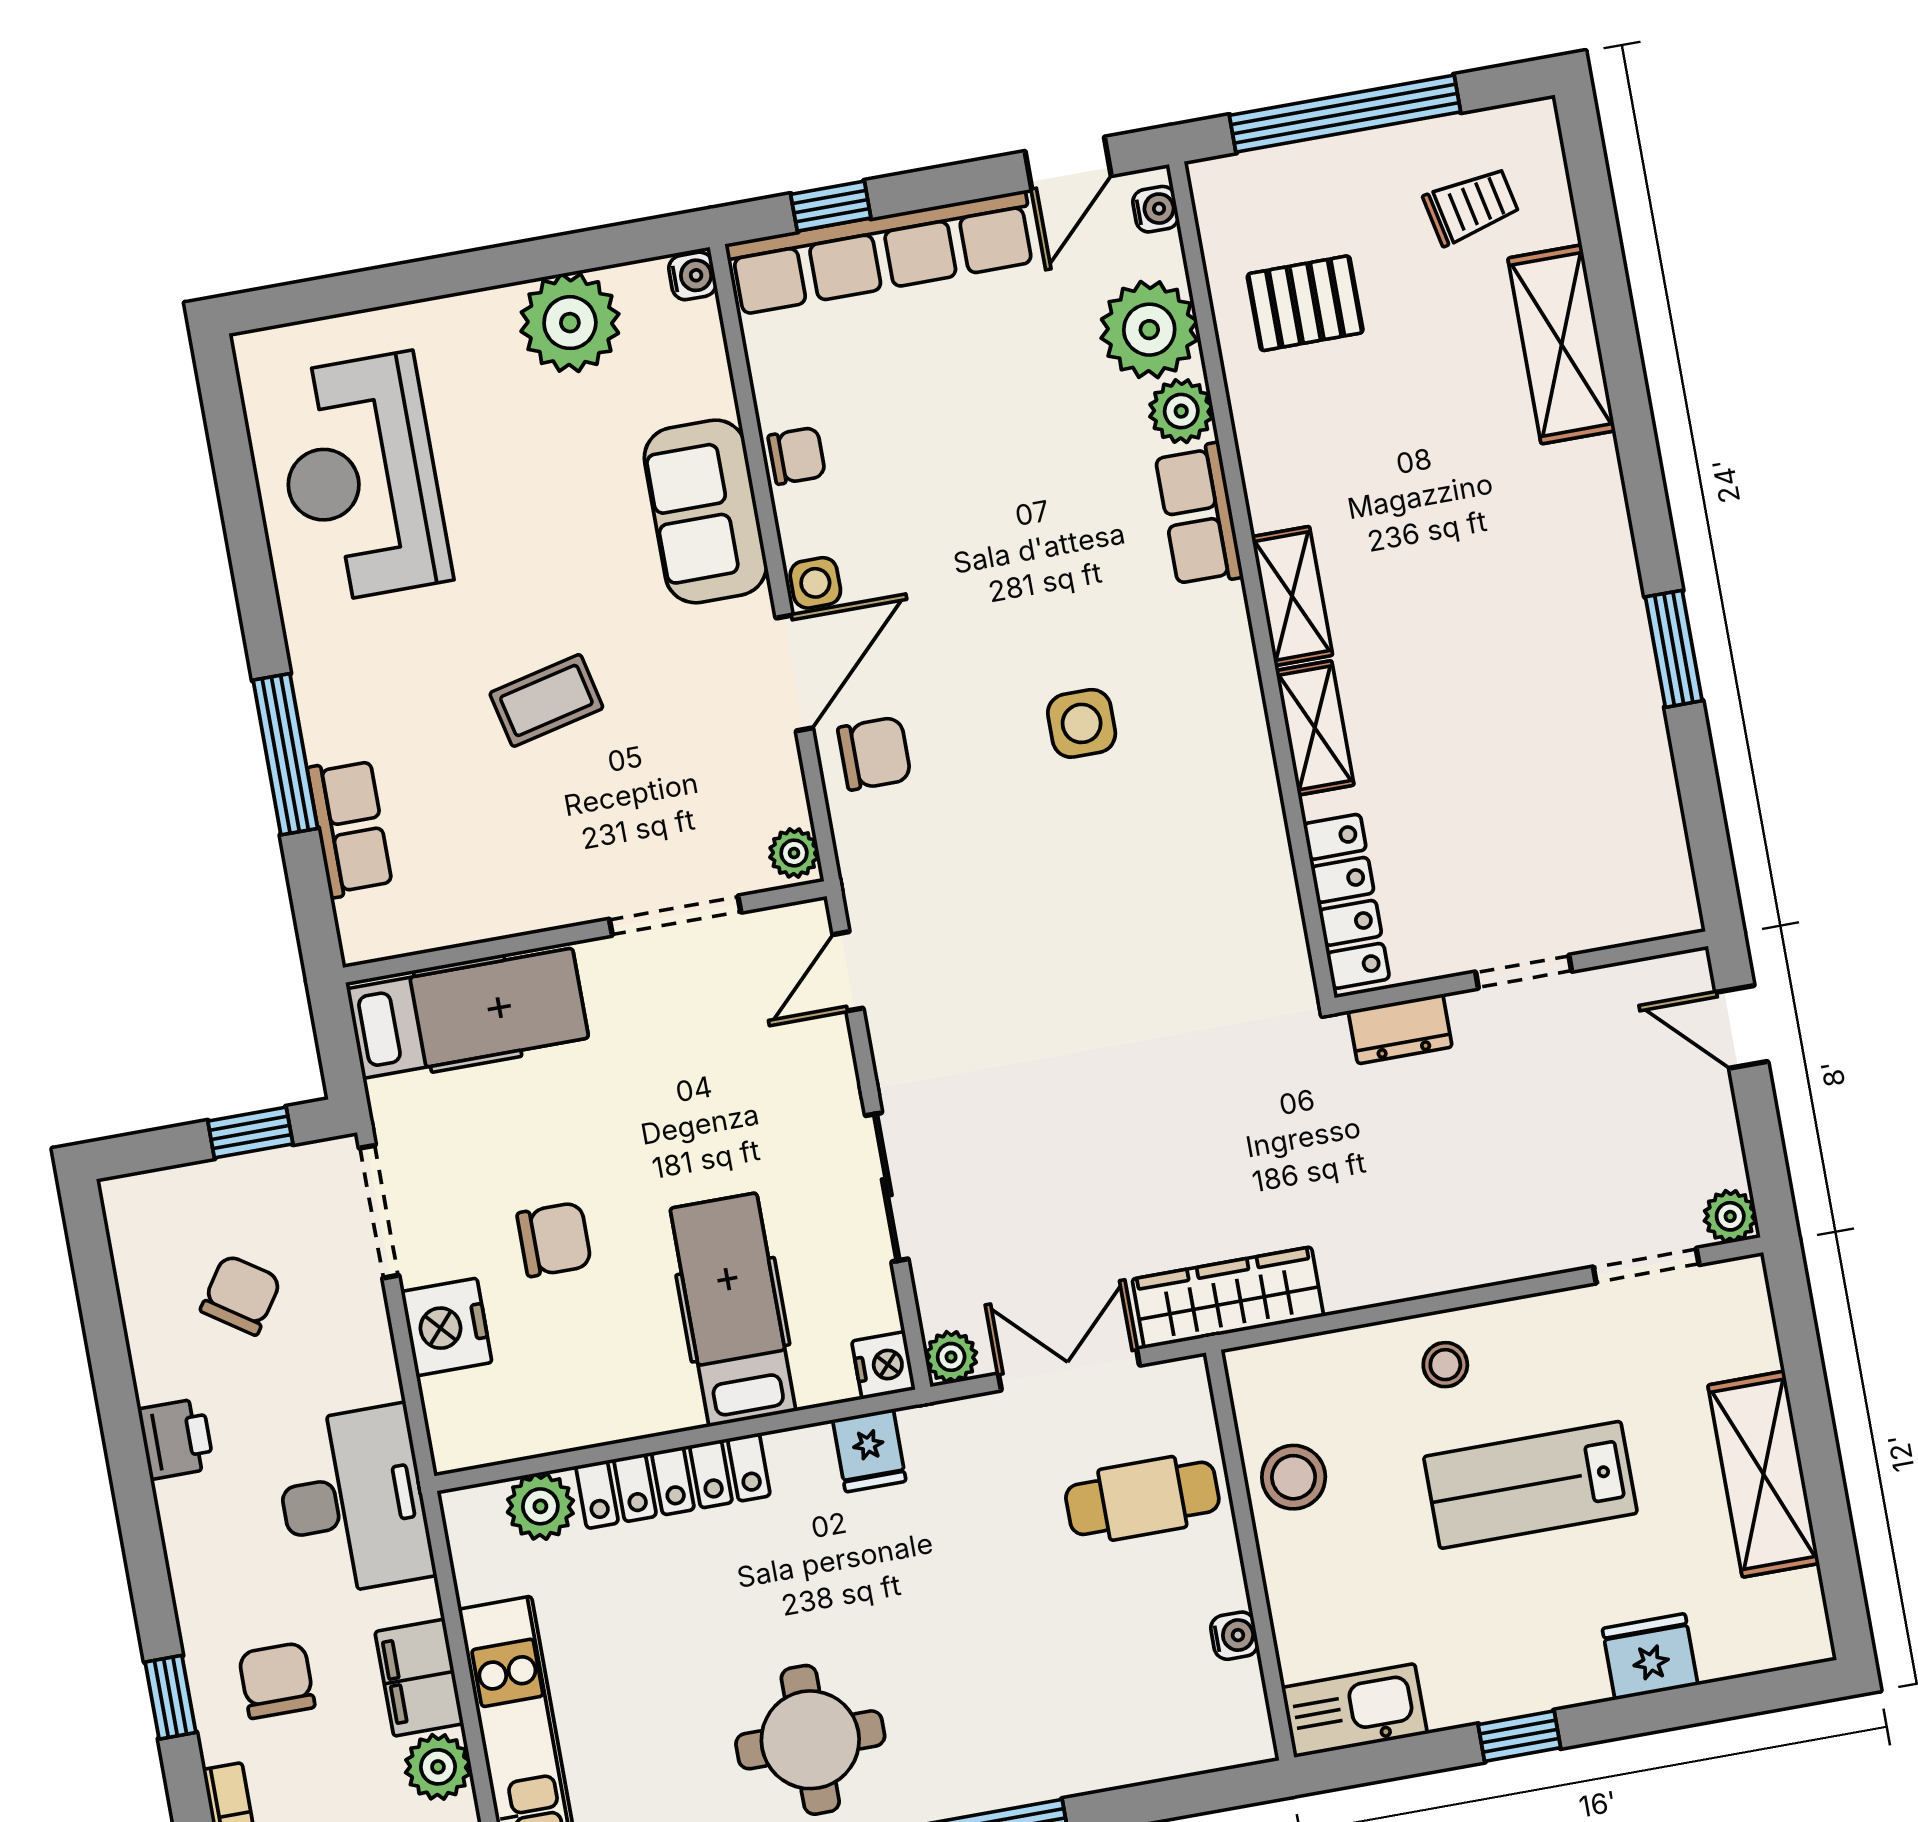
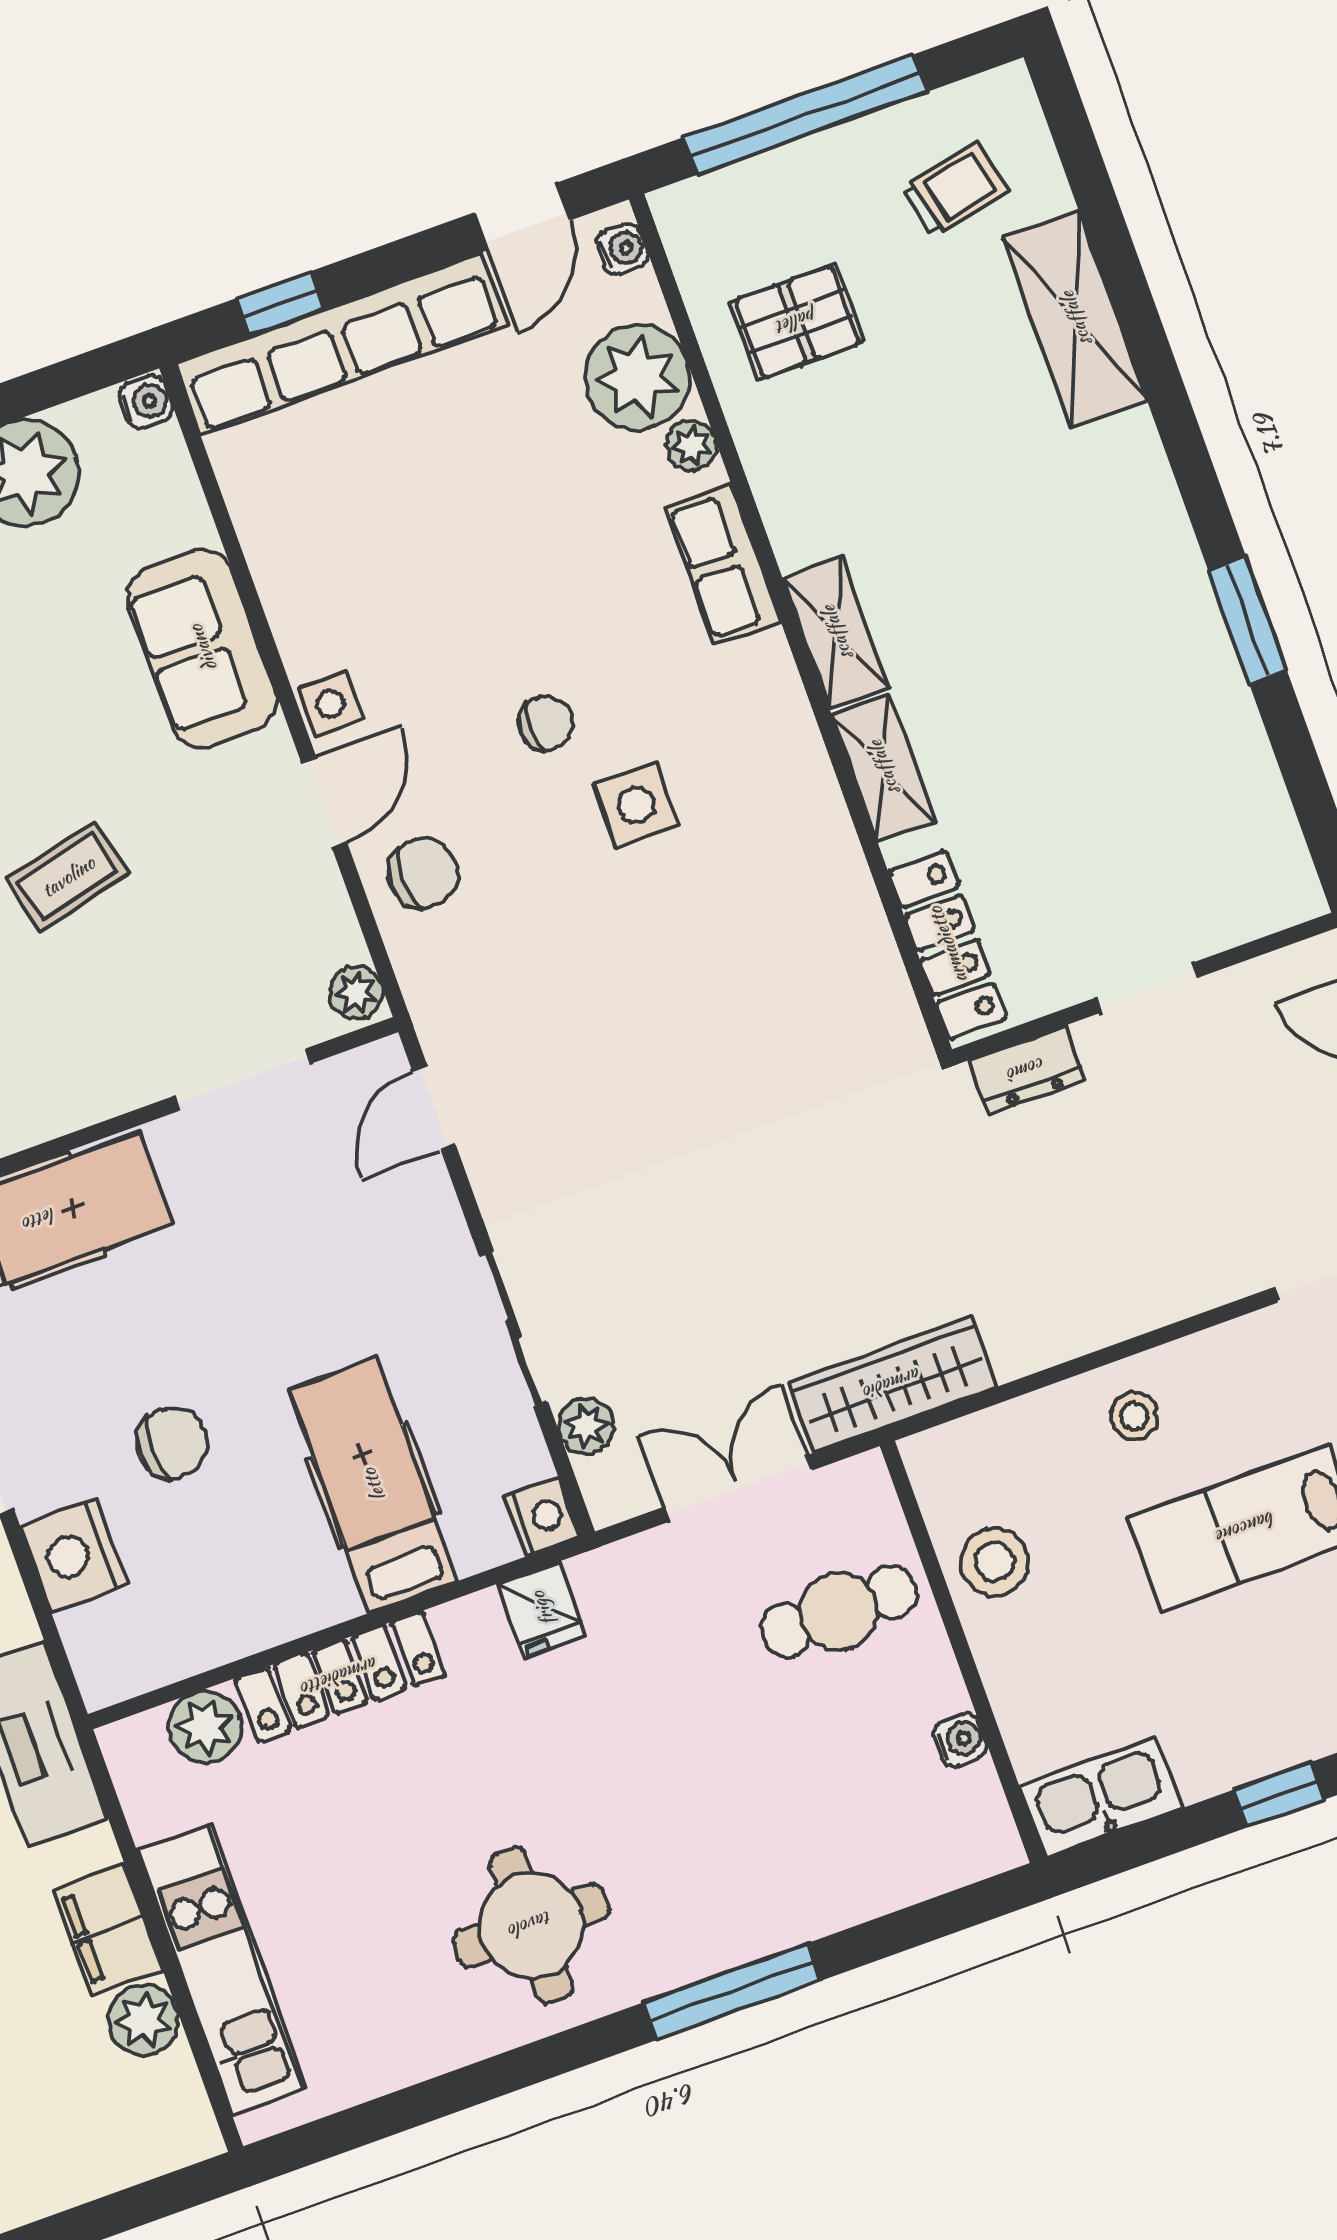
plant: (1181, 411) -> (691, 446), width x0.73, depth x0.73
chair: (797, 456) -> (546, 723), moved
door: (794, 673) -> (324, 803), width x0.73
plant: (951, 1357) -> (586, 1426), moved

